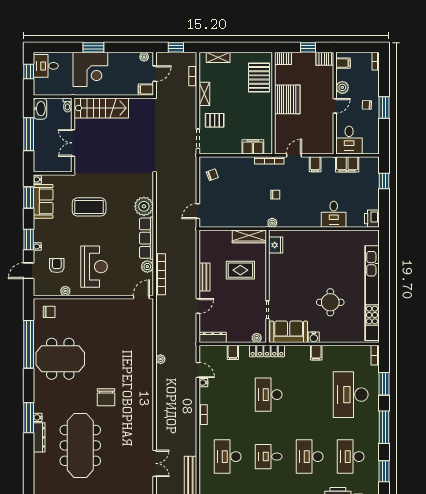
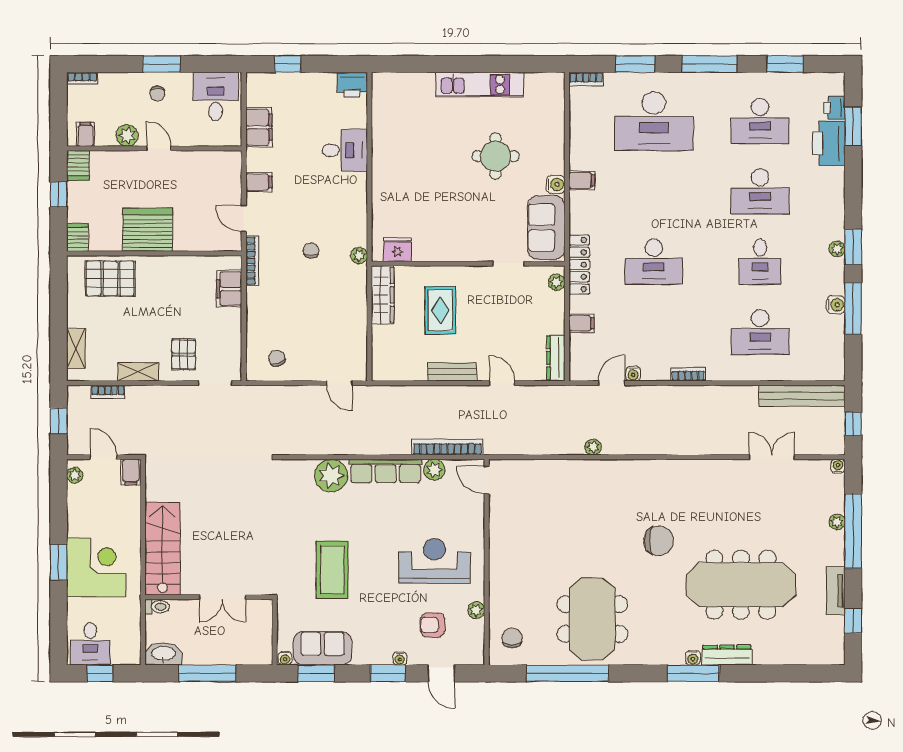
desk: (349, 140) -> (216, 96), moved, turned -90
kitchen unit: (372, 293) -> (480, 85), width x0.54

